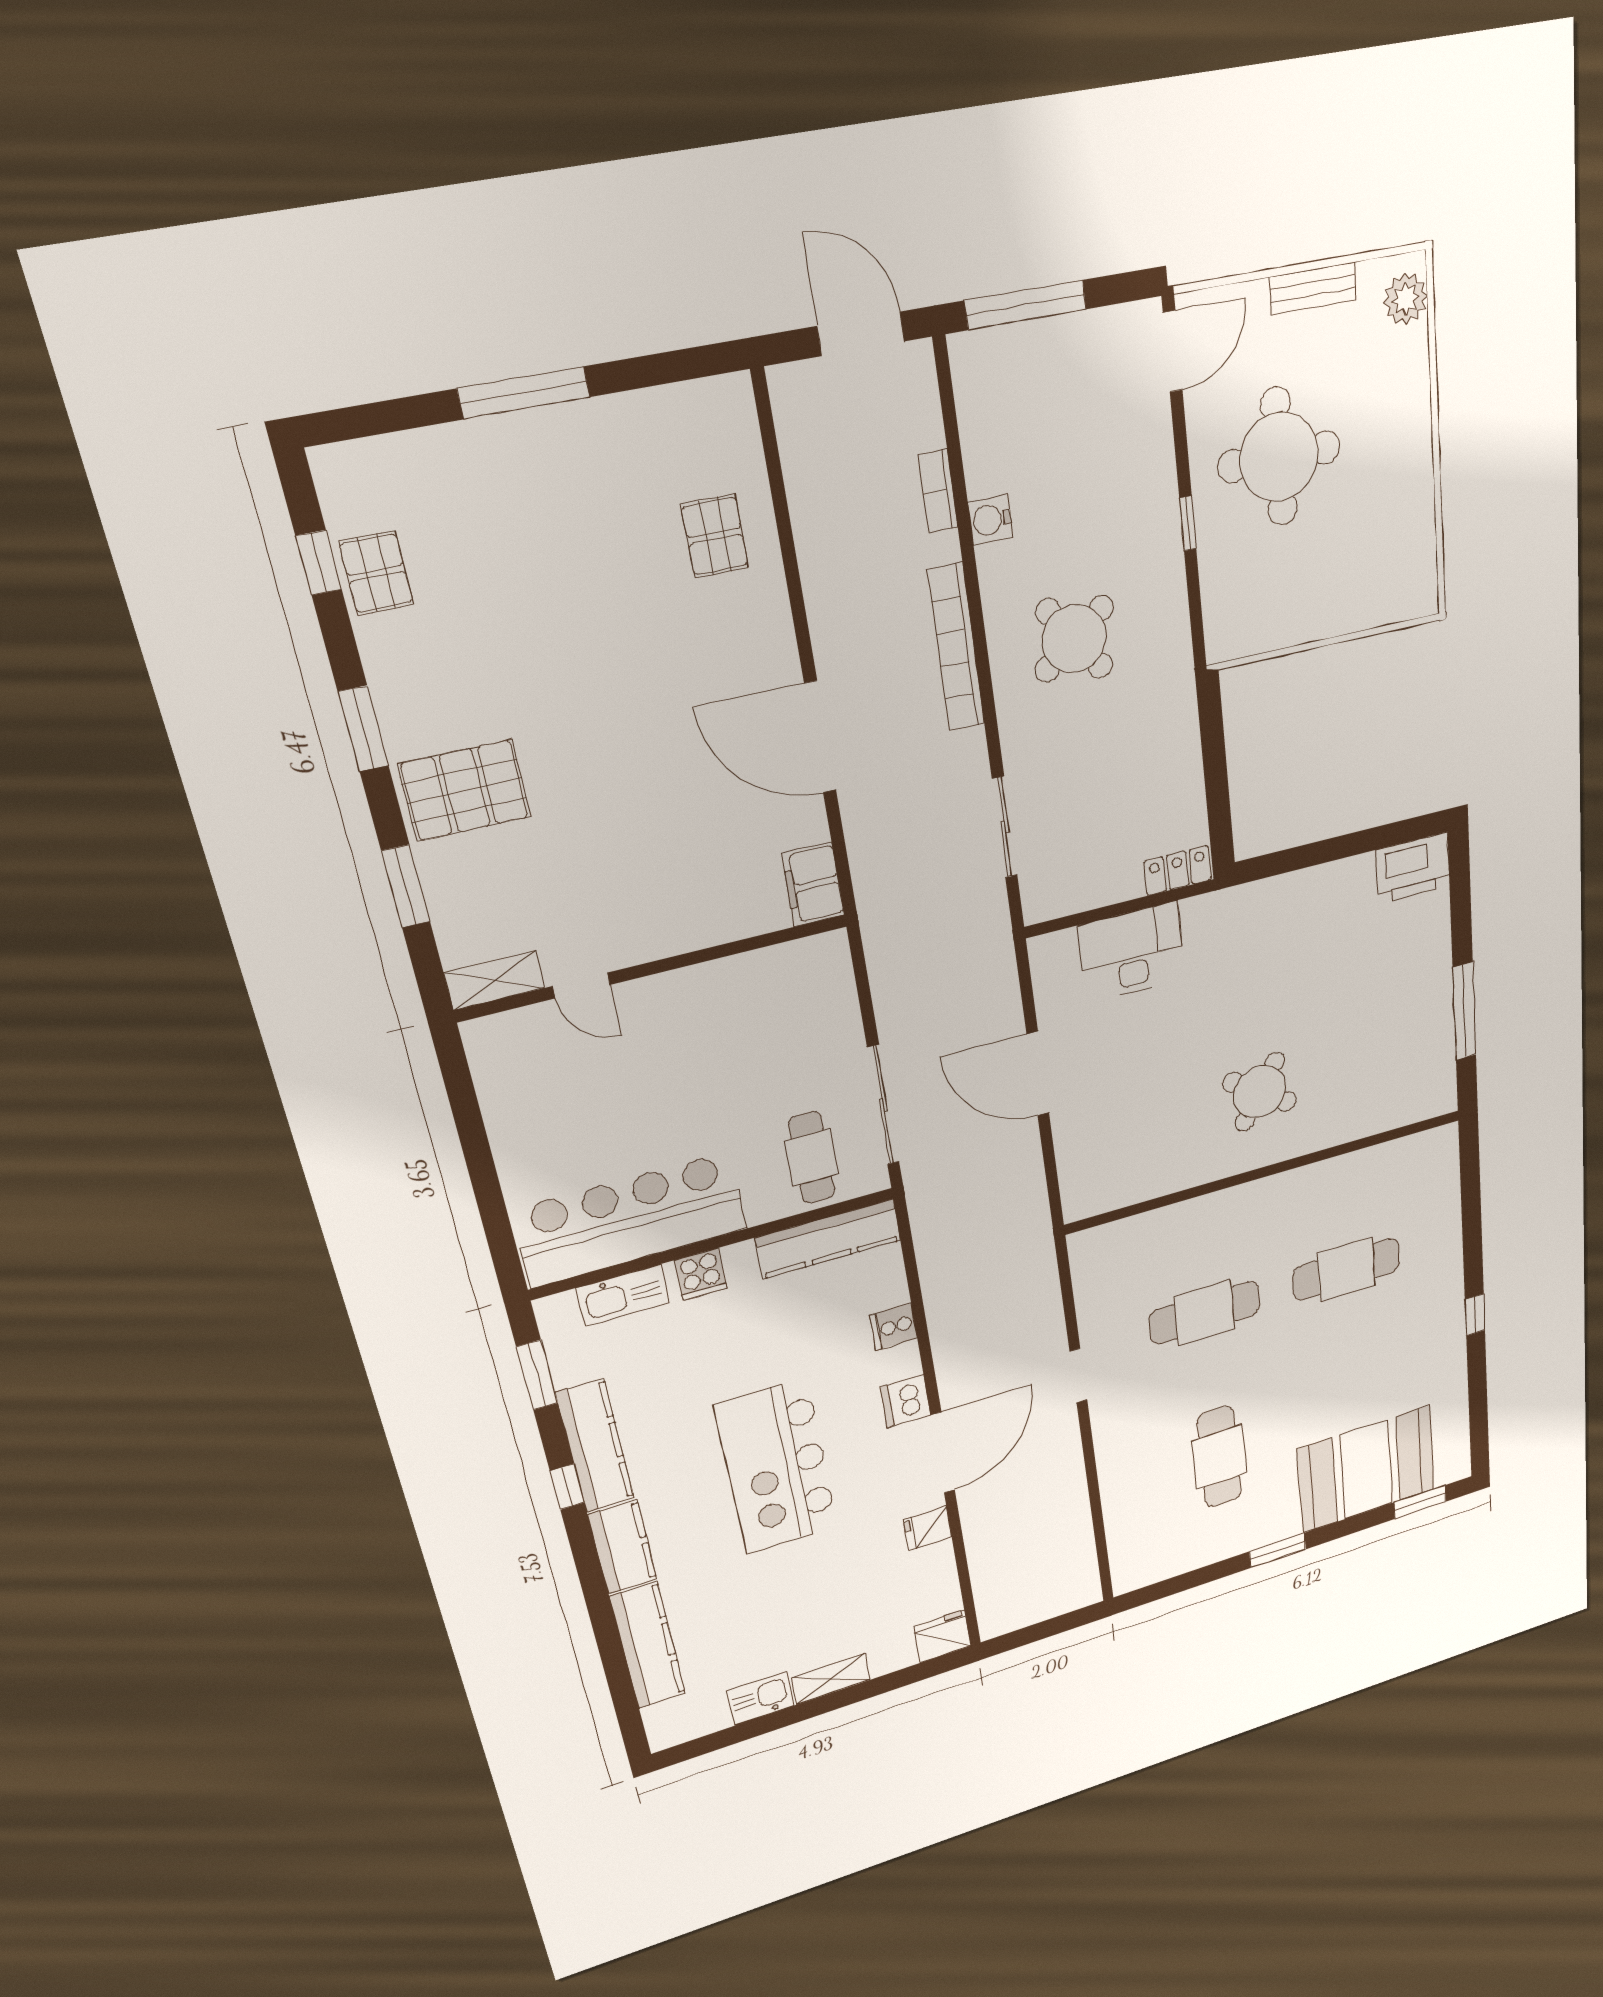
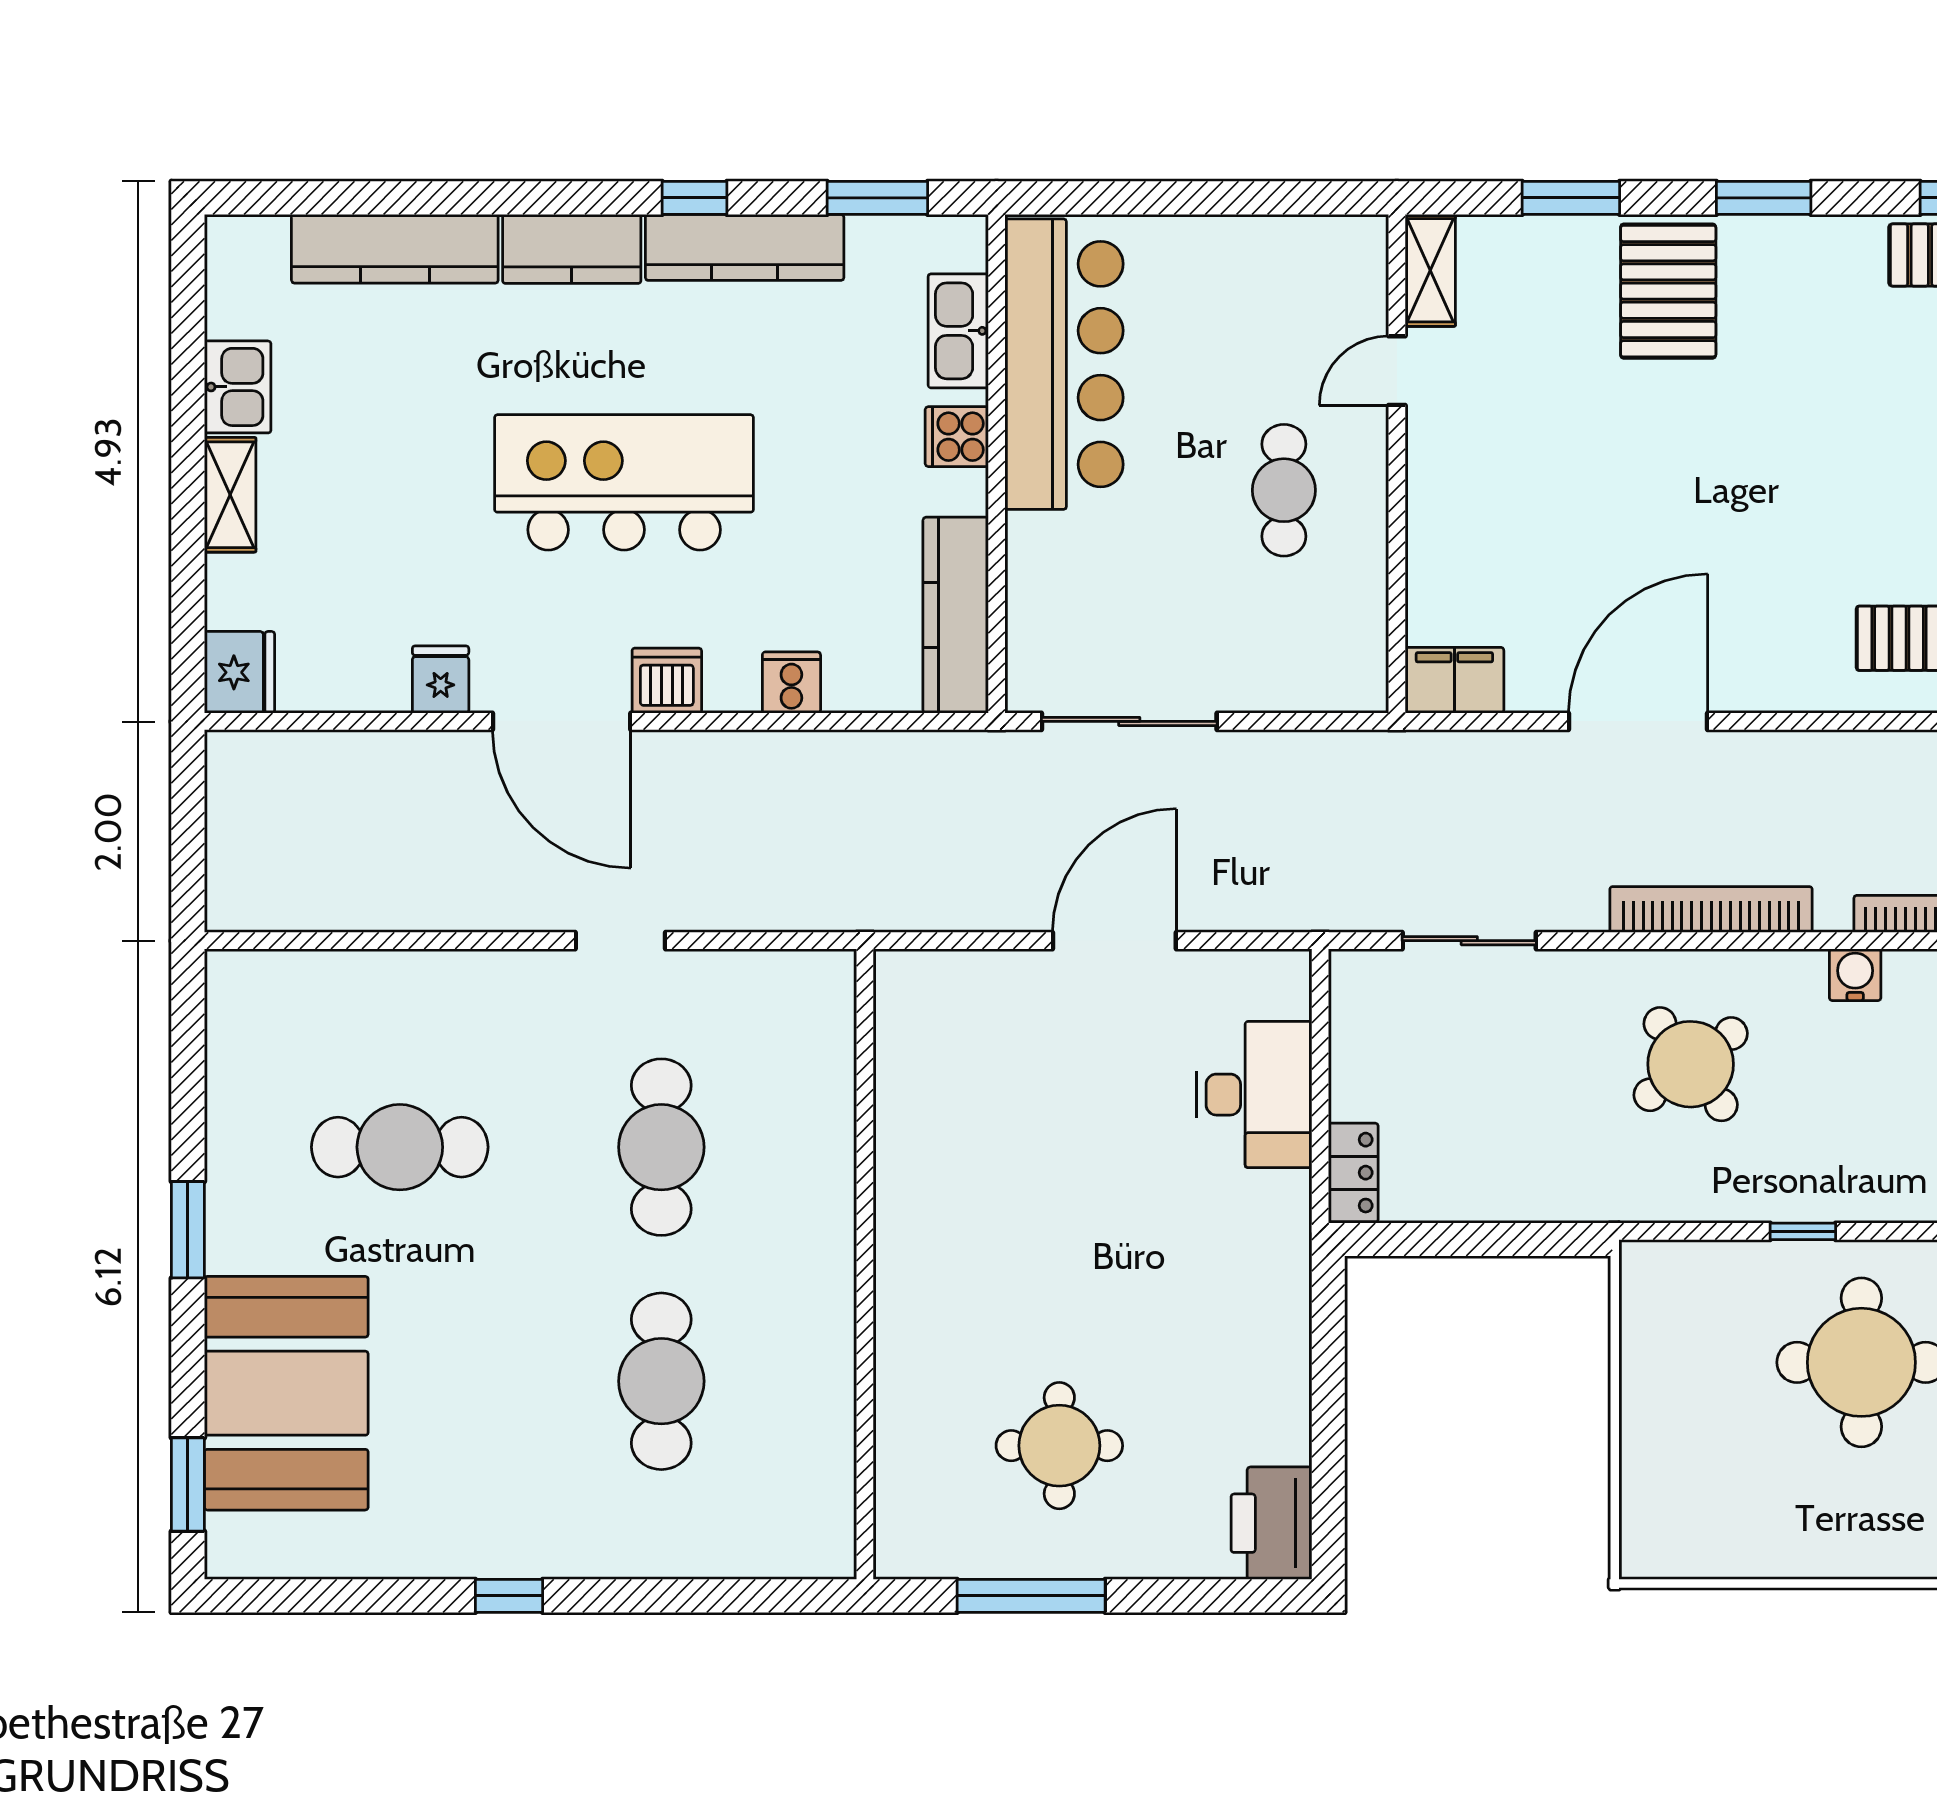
round table: (1260, 1092) -> (1059, 1446), moved, turned -34
cafe table: (812, 1158) -> (1284, 490), moved, turned 90

